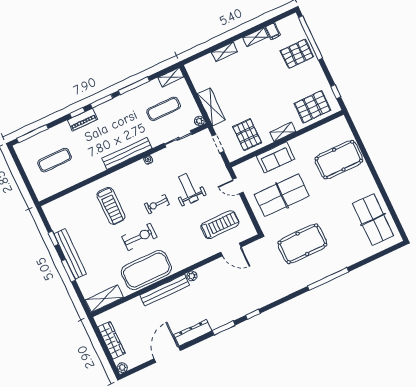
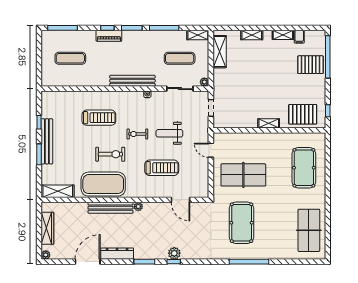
shelving: (211, 107) -> (220, 52), moved
pallet: (247, 135) -> (238, 112), removed
sofa: (276, 157) -> (253, 141), removed
pool table: (339, 160) -> (304, 168), turned 90
weight bench: (189, 188) -> (169, 133), turned -90
treadmill: (111, 206) -> (99, 118), turned -90
treadmill: (220, 225) -> (162, 168), moved
pool table: (302, 244) -> (242, 223), turned 90
plant: (250, 306) -> (174, 253), added

